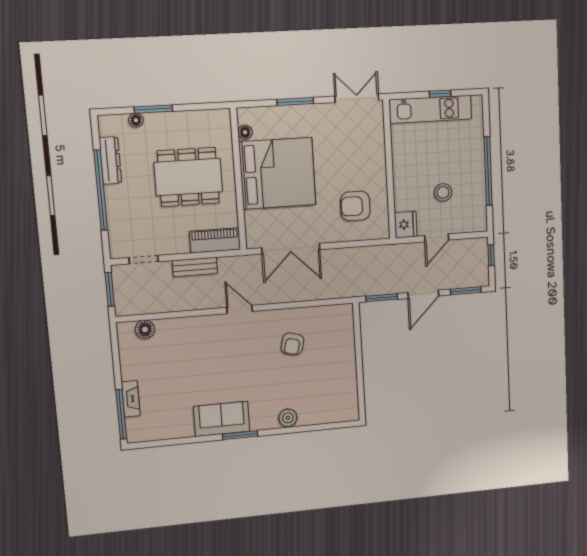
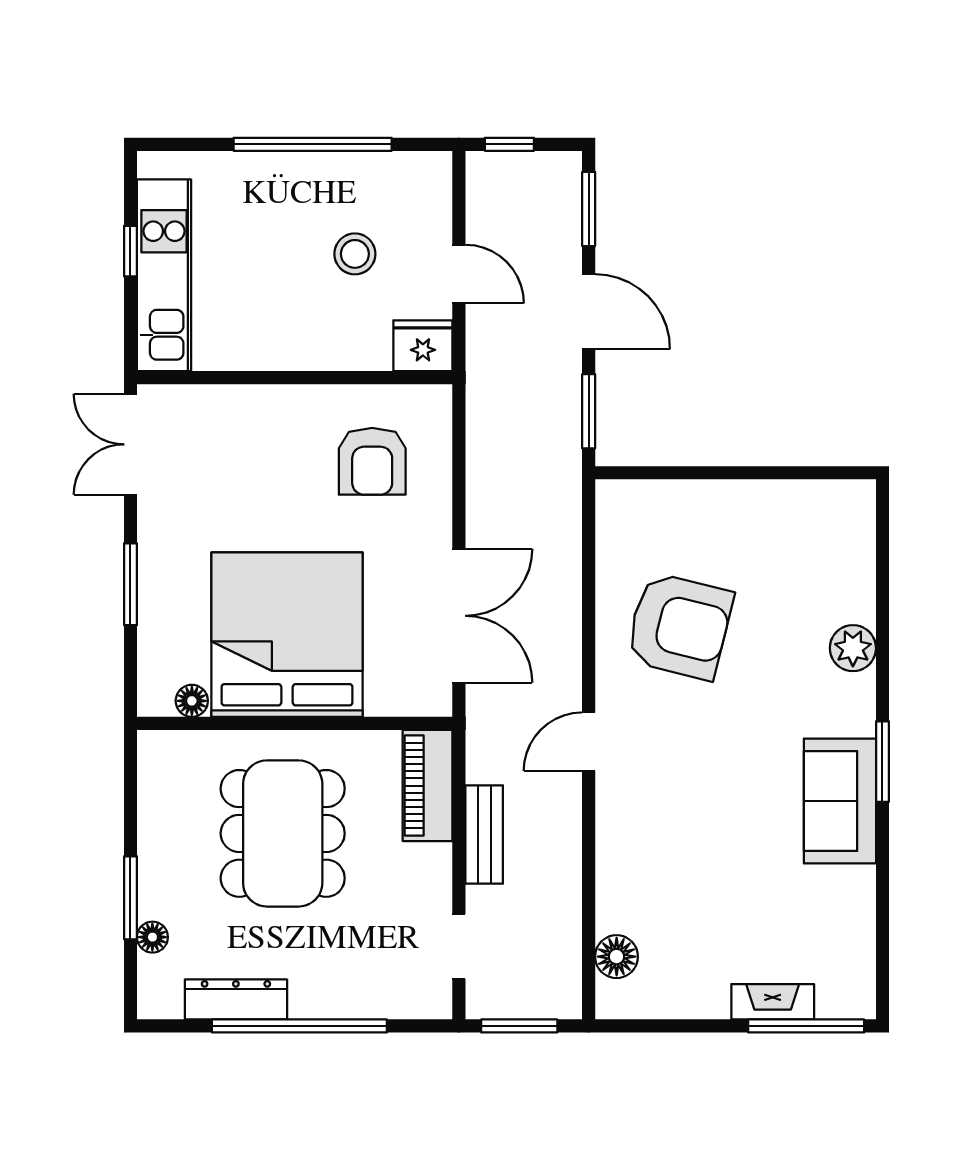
armchair: (292, 344) -> (679, 626), width x1.88, depth x1.88

